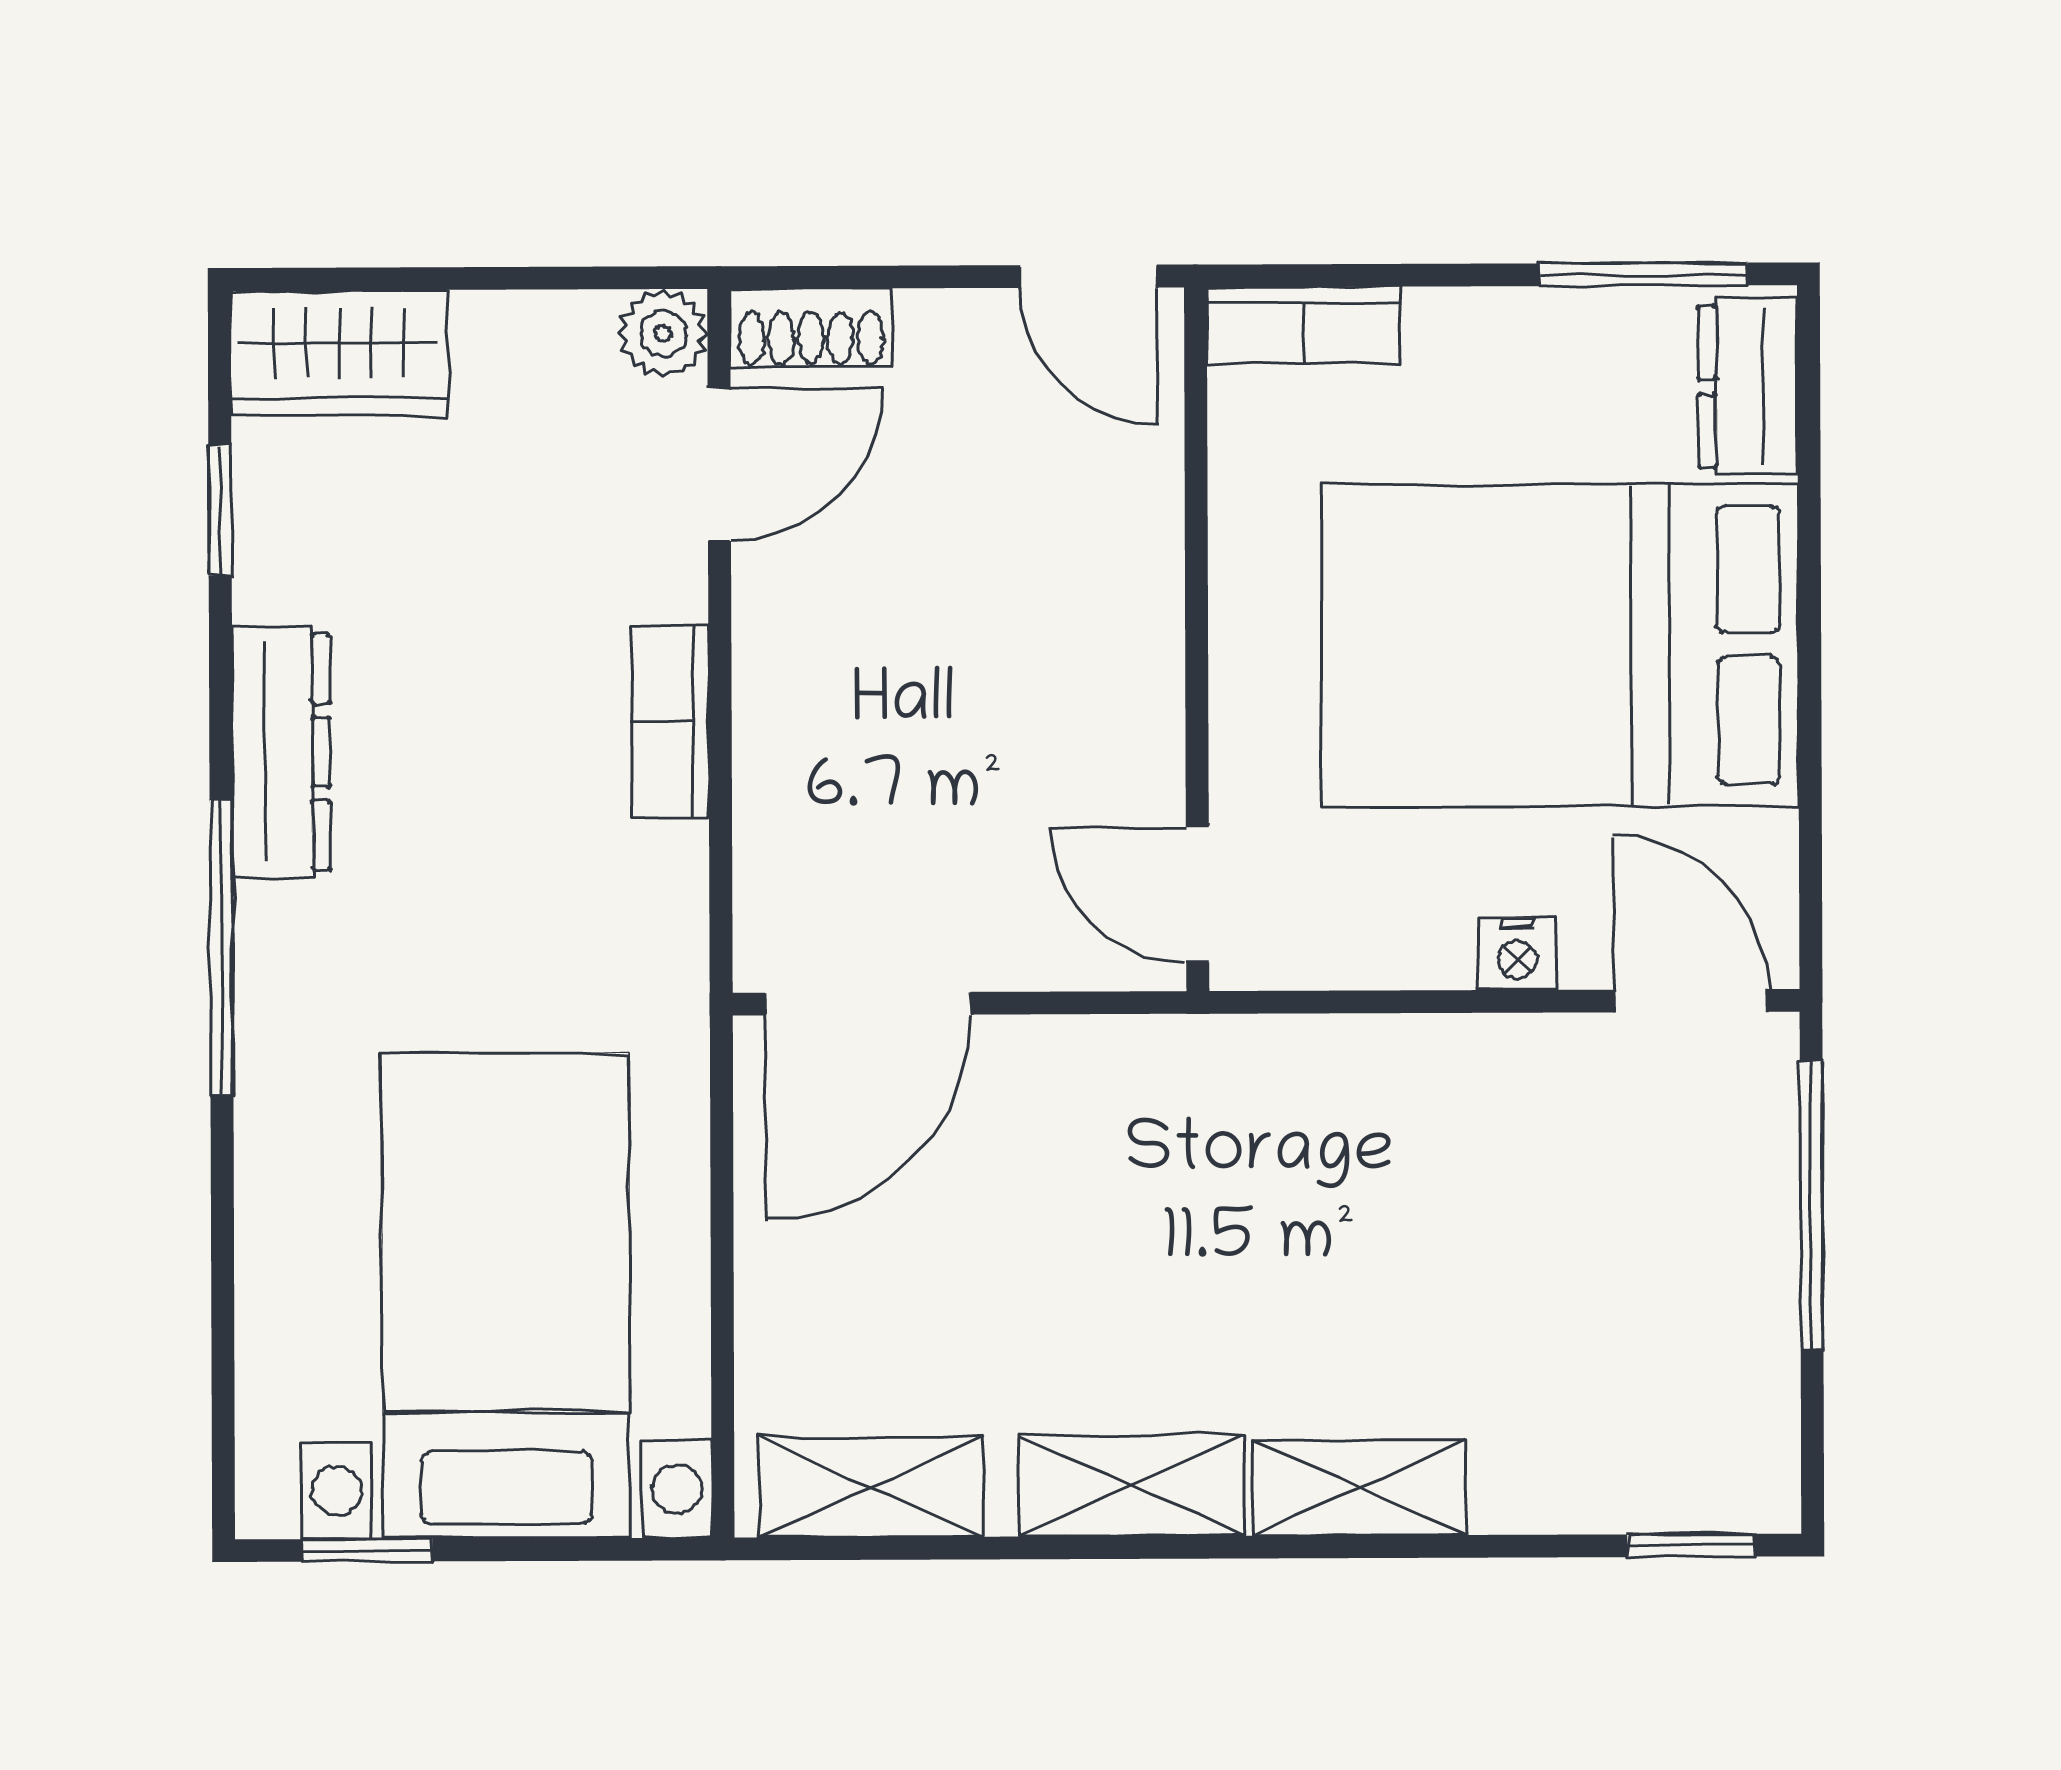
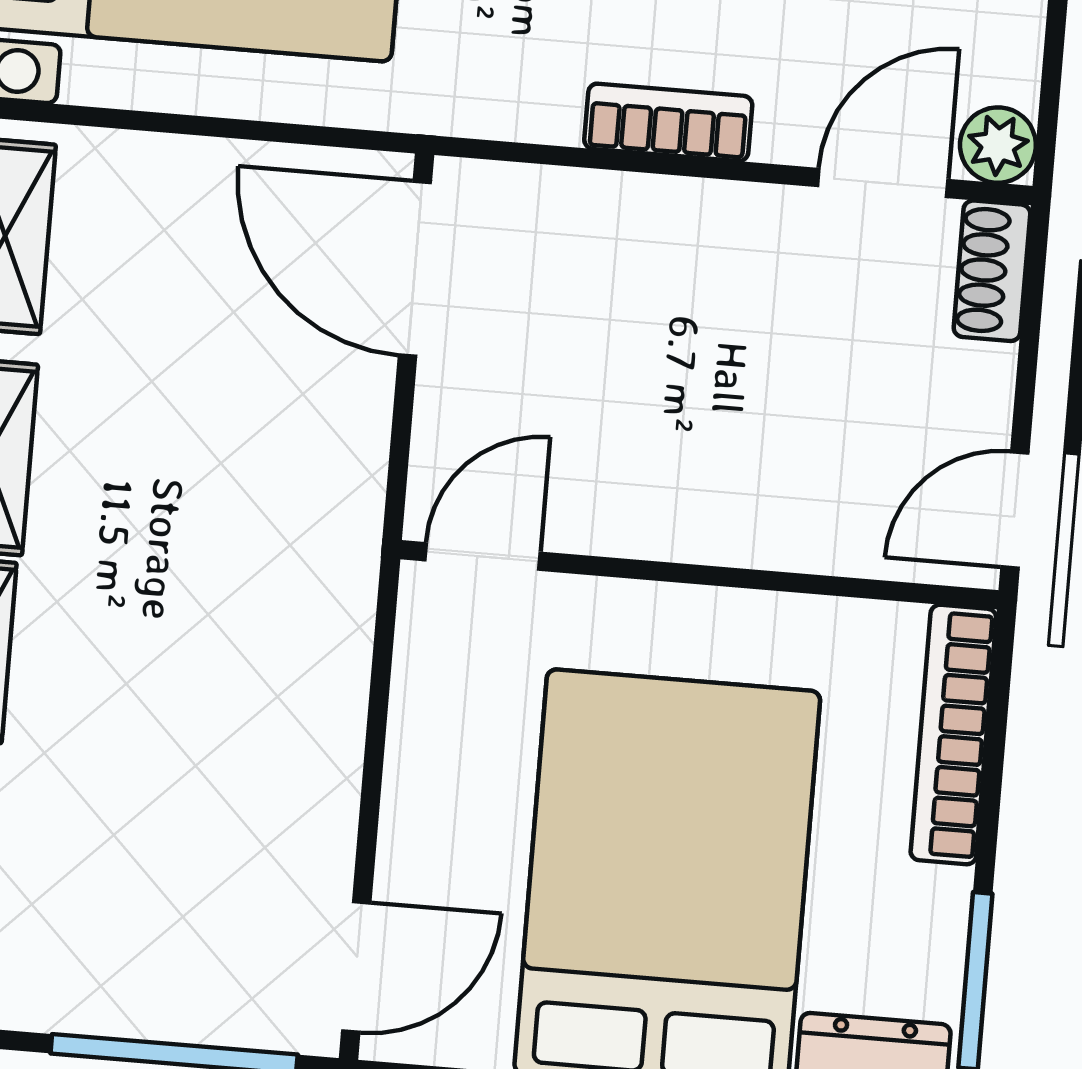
bookcase: (1303, 326) -> (953, 735), width x1.56
door: (719, 465) -> (883, 183), swing flipped
nightstand: (1517, 954) -> (409, 823), removed

